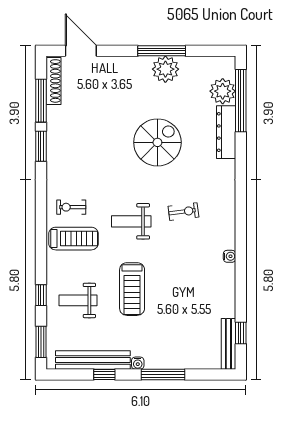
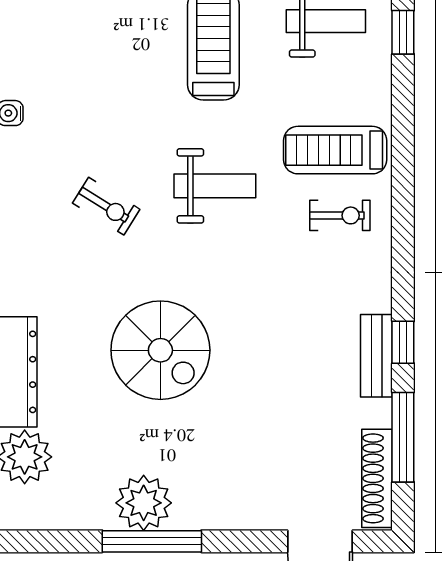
bench: (54, 140) -> (376, 356), added
spiral stairs: (157, 142) -> (160, 350), turned -90
window: (41, 146) -> (403, 342), width x0.67
exercise bike: (183, 212) -> (106, 206), turned -141

